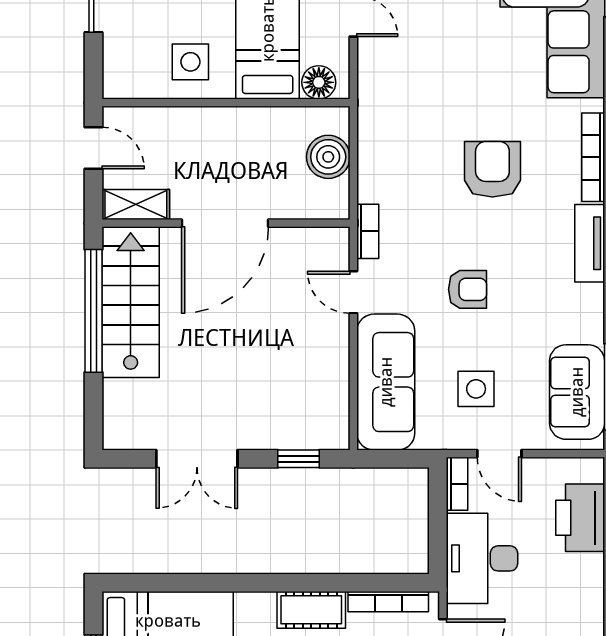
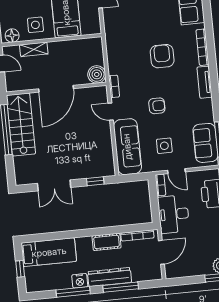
floor lamp: (319, 82) -> (12, 36), moved
boiler: (328, 157) -> (97, 74), moved
shelving: (136, 205) -> (34, 49), moved

